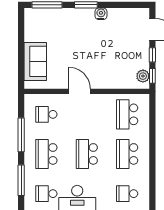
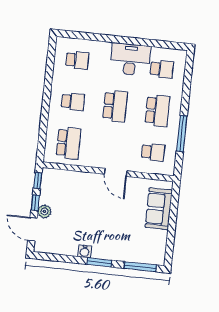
plant: (143, 76) -> (44, 211), moved
school desk: (127, 154) -> (73, 102), width x0.54
window: (21, 180) -> (187, 86), removed

